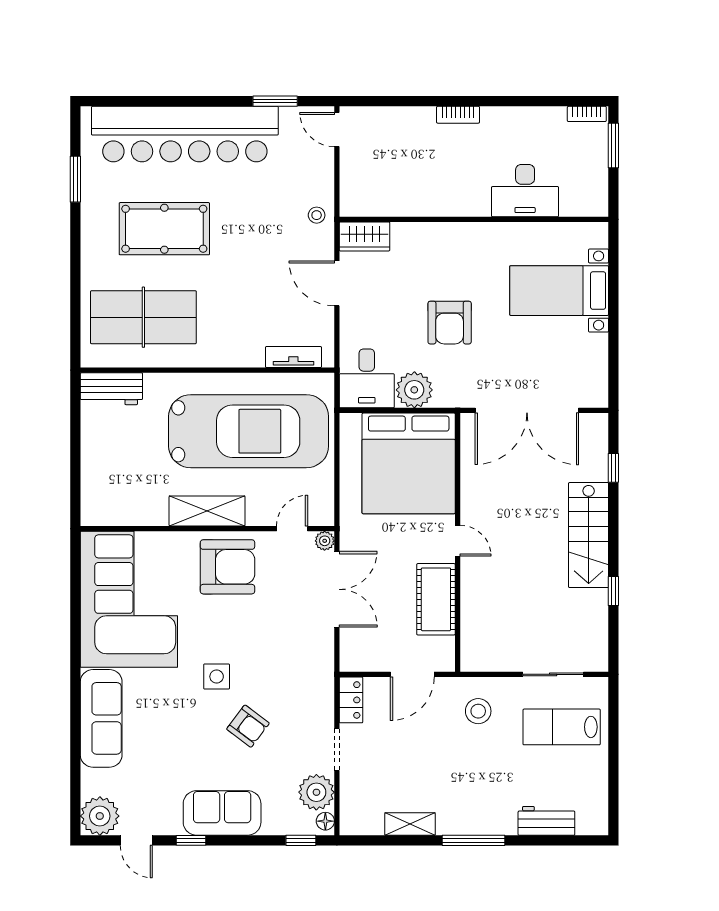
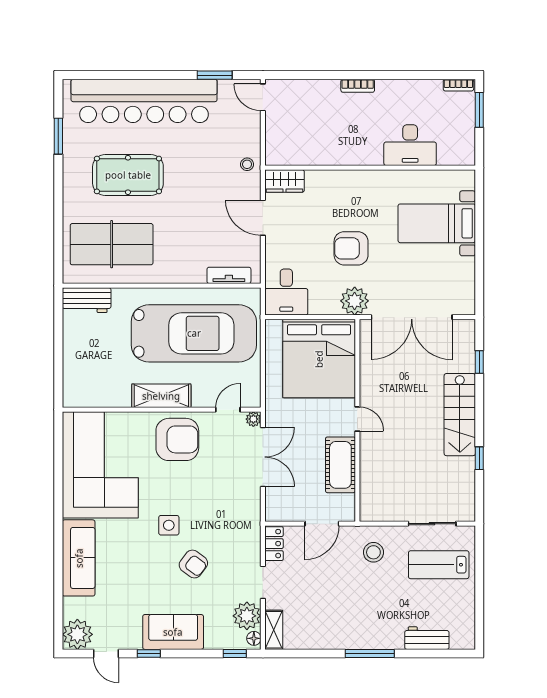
armchair: (450, 323) -> (351, 248), turned 90
plant: (414, 390) -> (355, 301), moved
shelving: (410, 824) -> (274, 630), moved, turned 90

